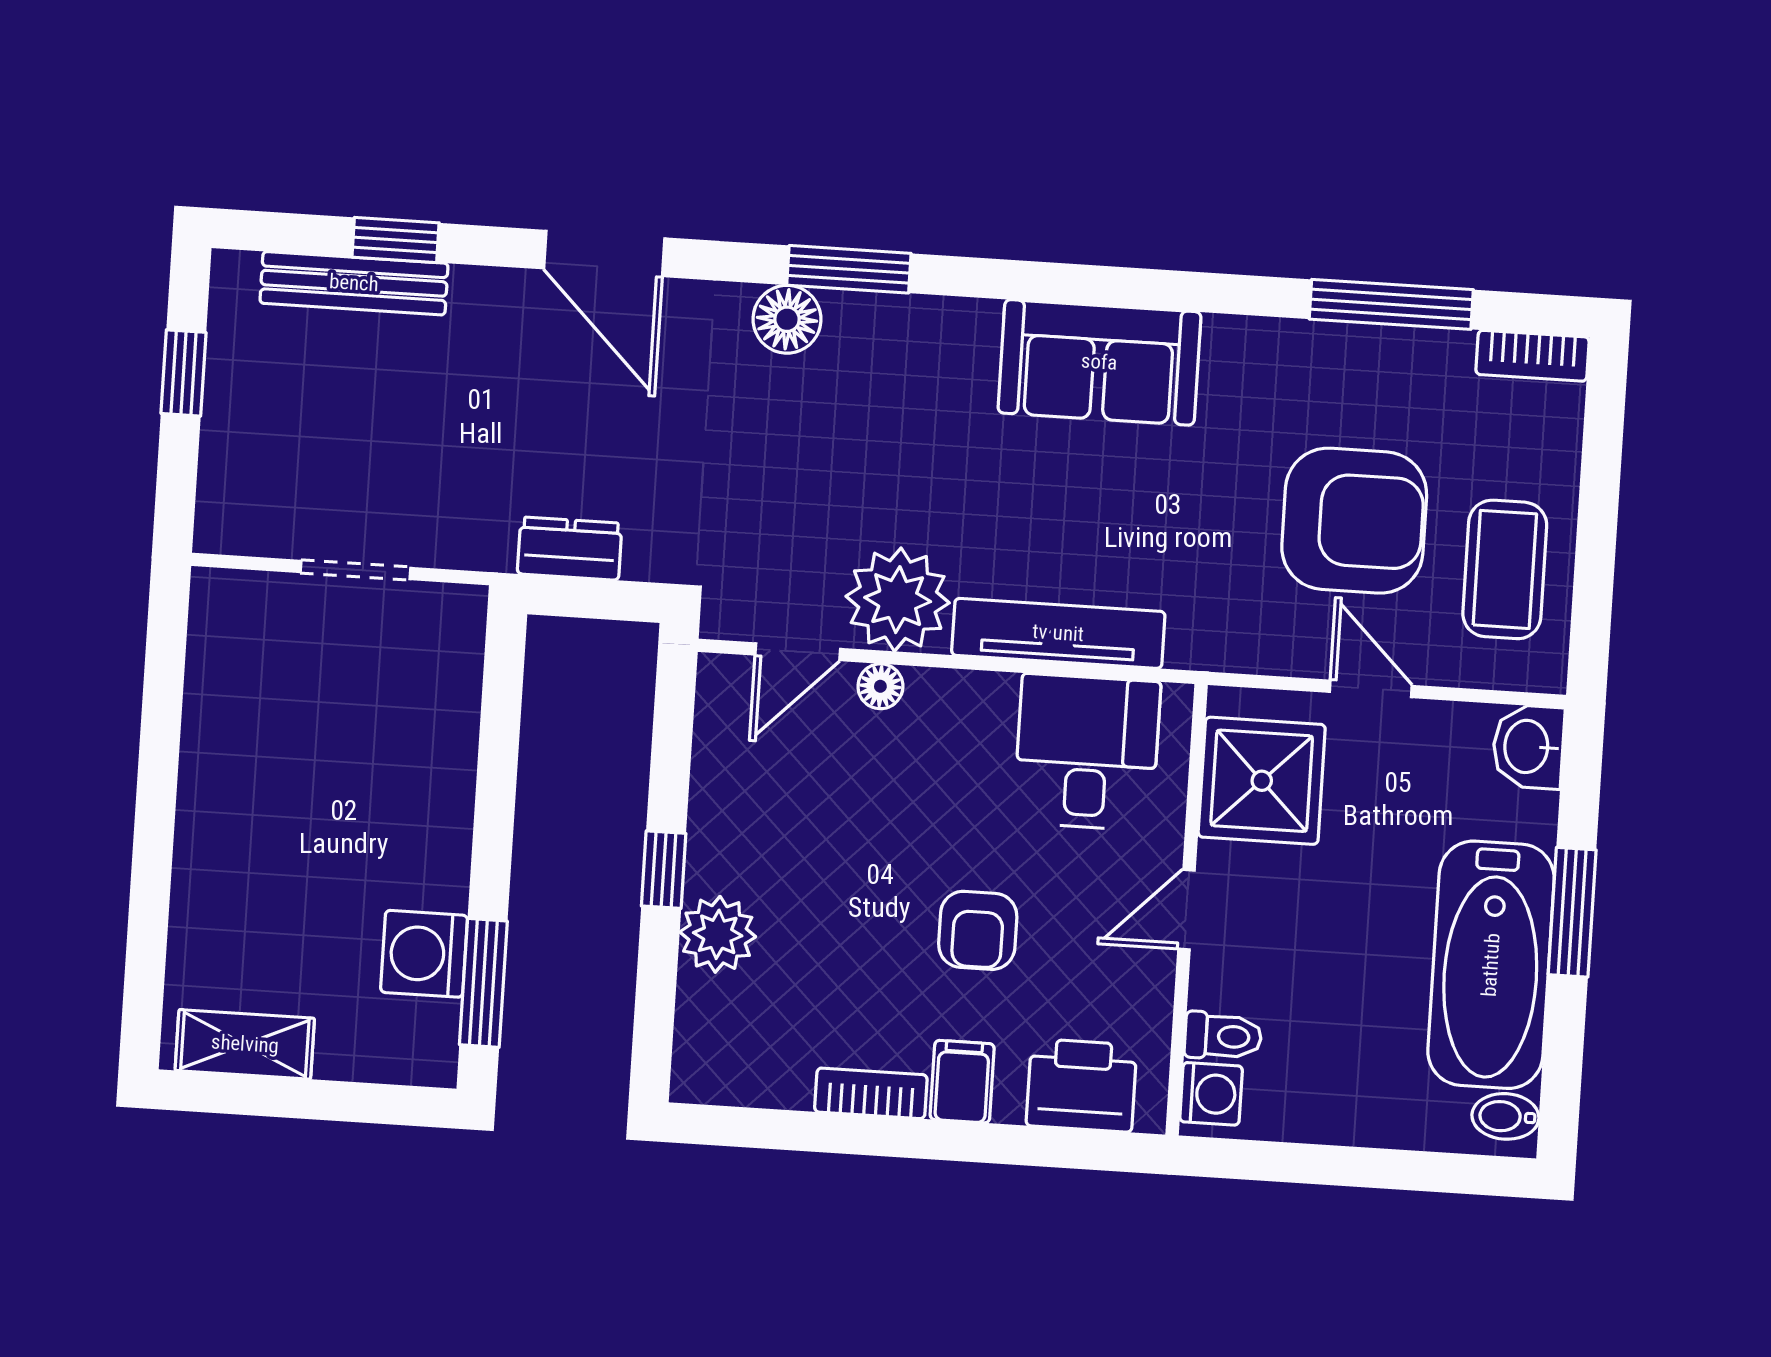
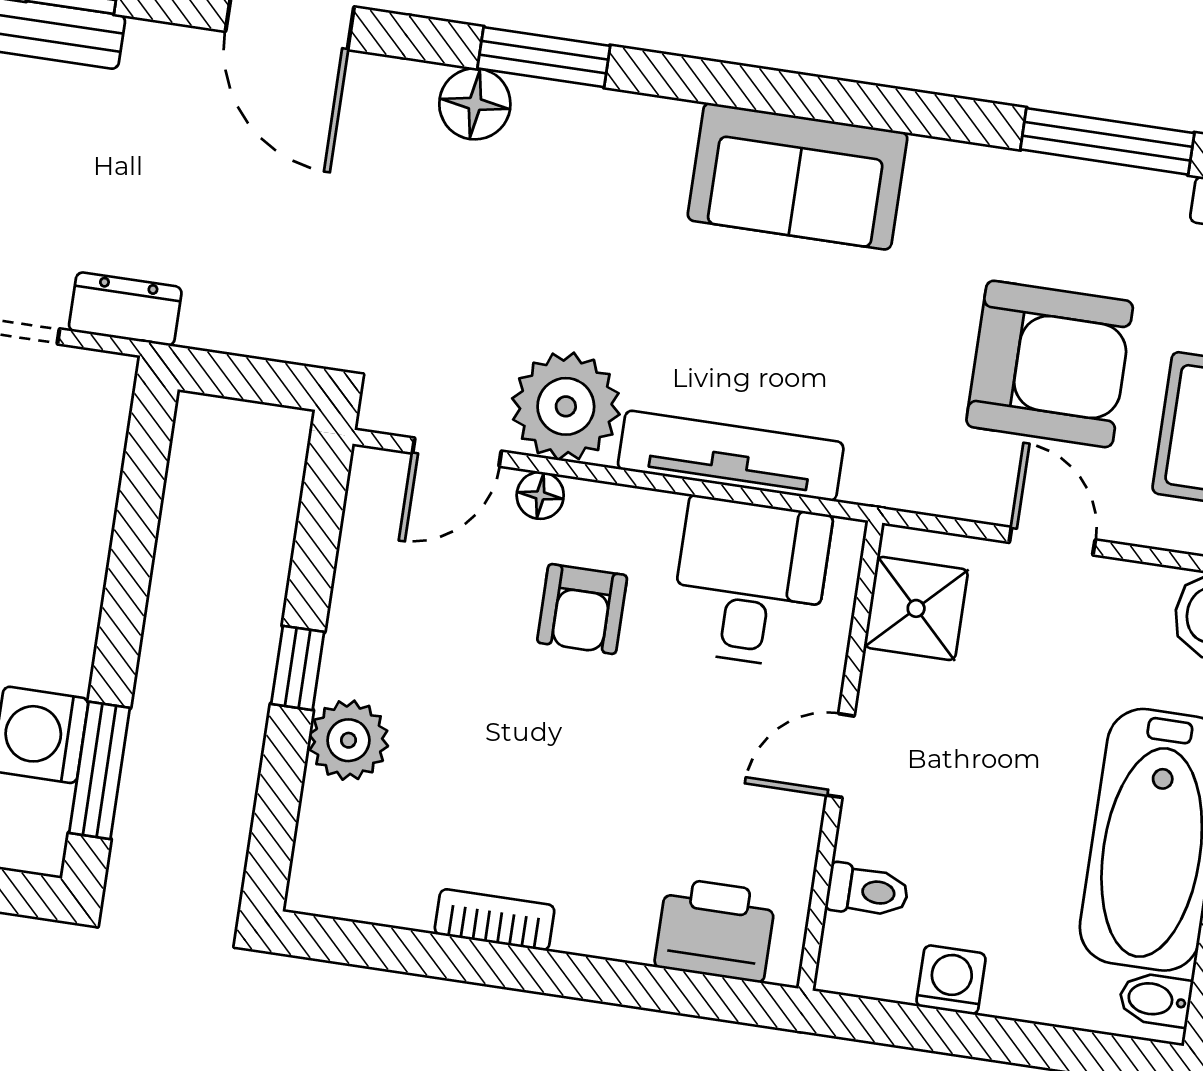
dresser: (570, 549) -> (125, 309), moved
shower: (1262, 781) -> (916, 608), width x0.73, depth x0.73
armchair: (978, 930) -> (582, 609), moved
filing cabinet: (962, 1082) -> (591, 915), removed
washing machine: (1211, 1094) -> (951, 980), moved, turned -90

